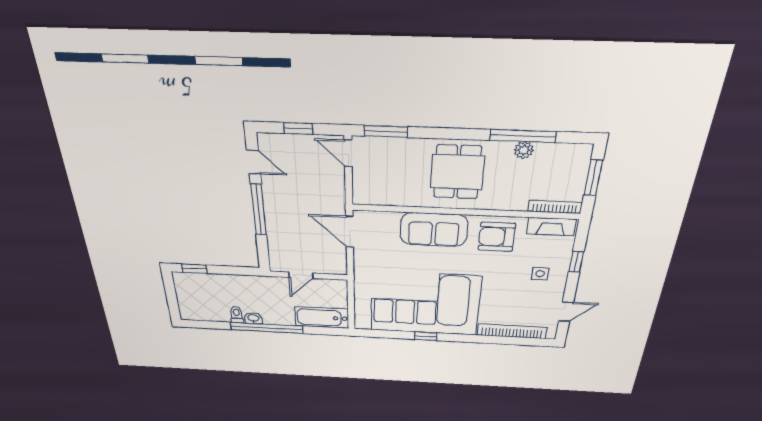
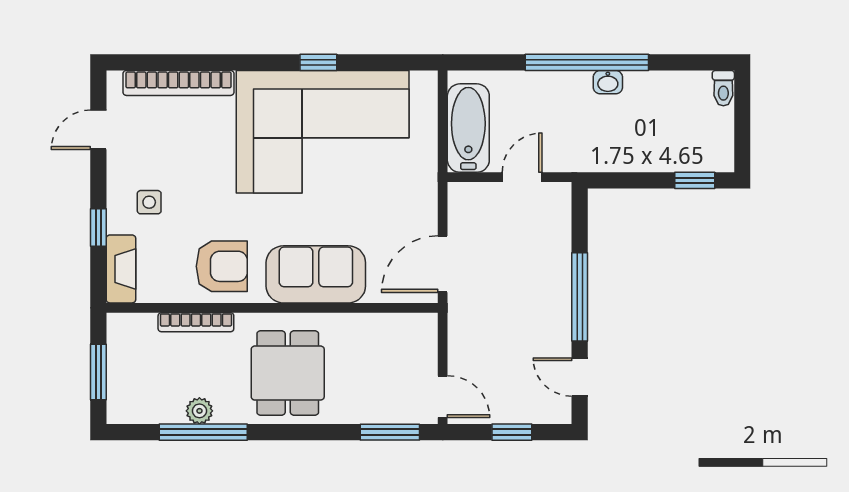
bookcase: (555, 207) -> (196, 322), moved
fireplace: (551, 227) -> (121, 269), moved, turned 90
door: (350, 232) -> (443, 264), swing flipped
toilet: (237, 315) -> (723, 88), moved
bathtub: (322, 318) -> (468, 128), moved, turned -90

